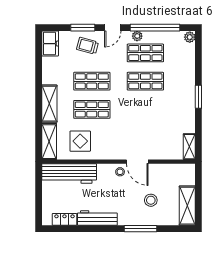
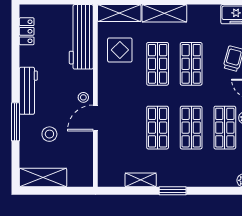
shop shelf: (145, 109) -> (158, 128), added
shelving: (189, 147) -> (141, 180), moved
workbench: (97, 218) -> (28, 91), moved

